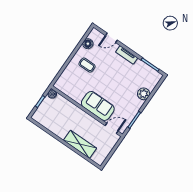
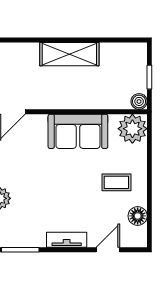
plant: (63, 84) -> (132, 129), added
sofa: (98, 106) -> (78, 131), moved
shelving: (80, 144) -> (69, 54), moved

